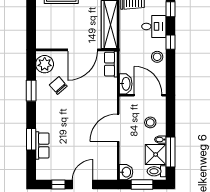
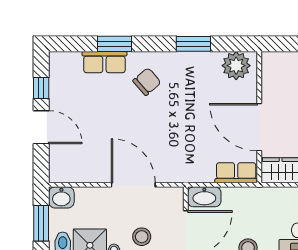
chair: (58, 85) -> (147, 82), moved

